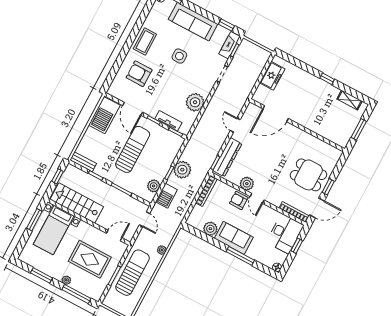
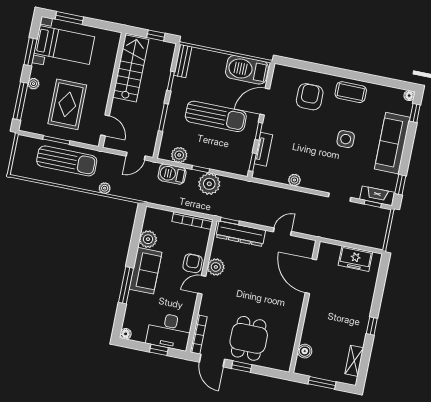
plant: (195, 102) -> (294, 180), width x0.53, depth x0.53
boiler: (331, 135) -> (305, 351), added
window: (34, 220) -> (69, 18), moved
bed with nightstands: (54, 230) -> (64, 45), moved, turned 180

